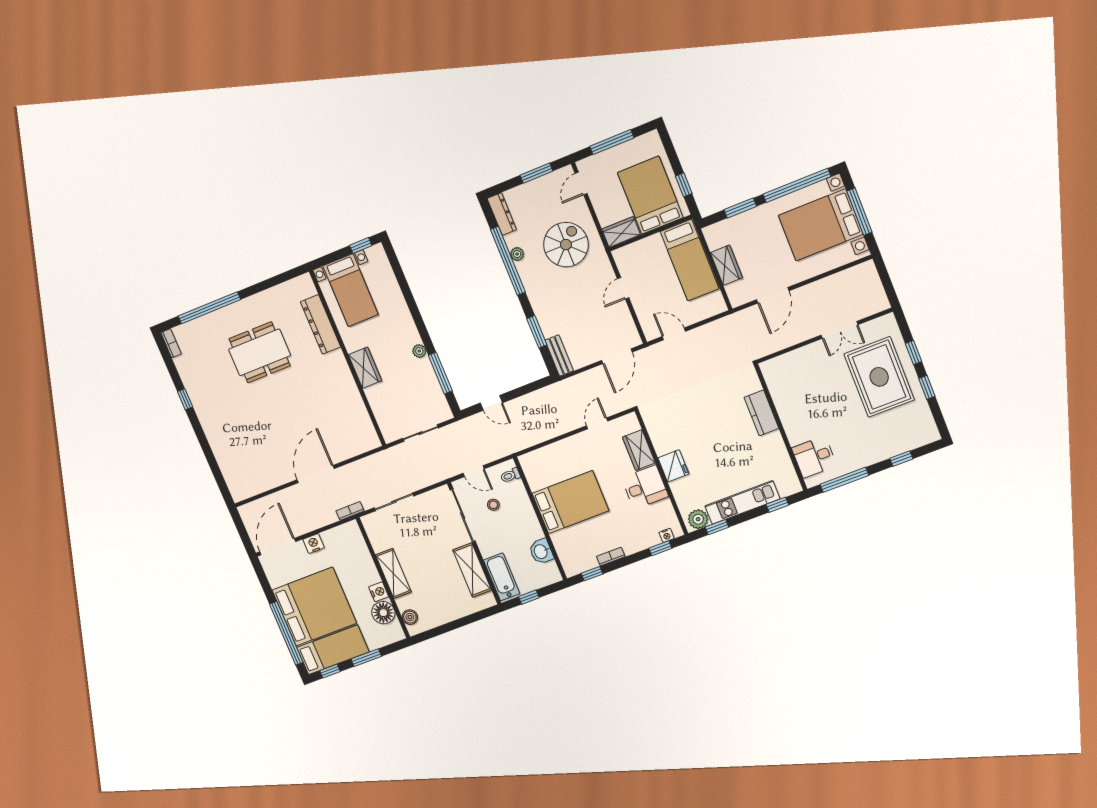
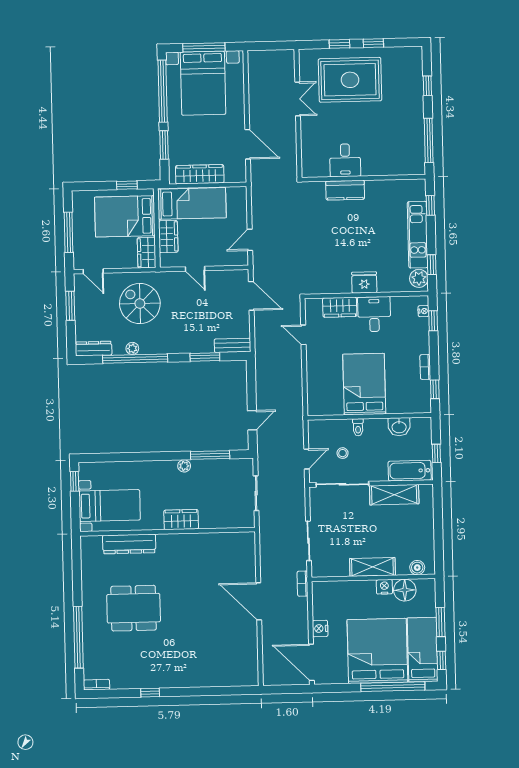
wardrobe: (646, 248) -> (168, 237), added
wardrobe: (726, 265) -> (200, 174), width x1.50
dining table: (260, 352) -> (134, 608), turned 90
desk: (814, 457) -> (345, 160), moved
toilet: (510, 475) -> (358, 427), moved

